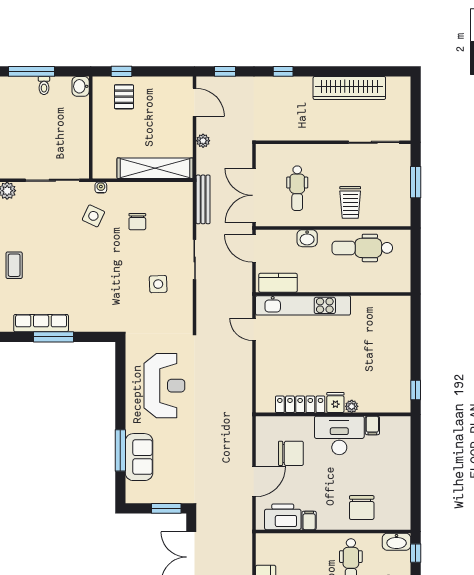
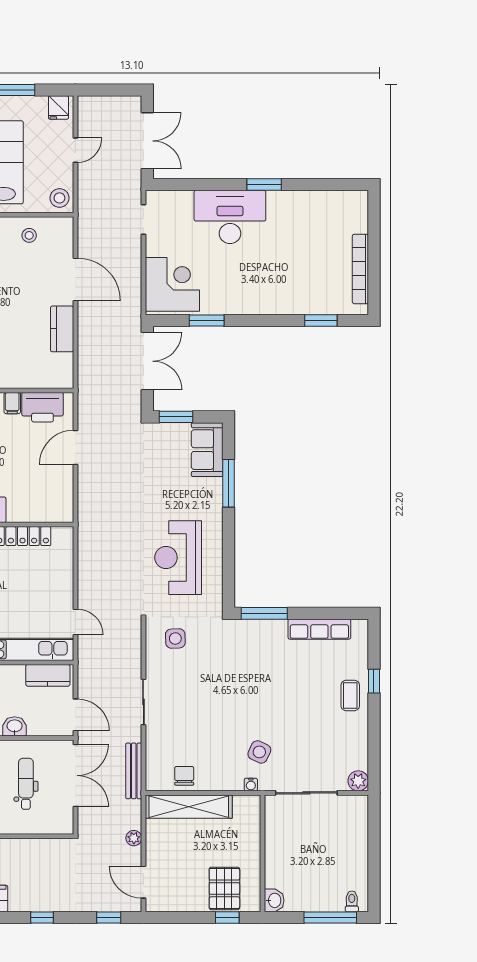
toilet: (44, 86) -> (352, 901), moved
pallet: (124, 97) -> (224, 888), width x1.50, depth x1.42
chair: (137, 222) -> (184, 776), moved
side table: (158, 284) -> (175, 639), moved
window: (53, 337) -> (264, 613), moved
chair: (291, 453) -> (33, 480), removed
sofa: (139, 457) -> (207, 450), moved

